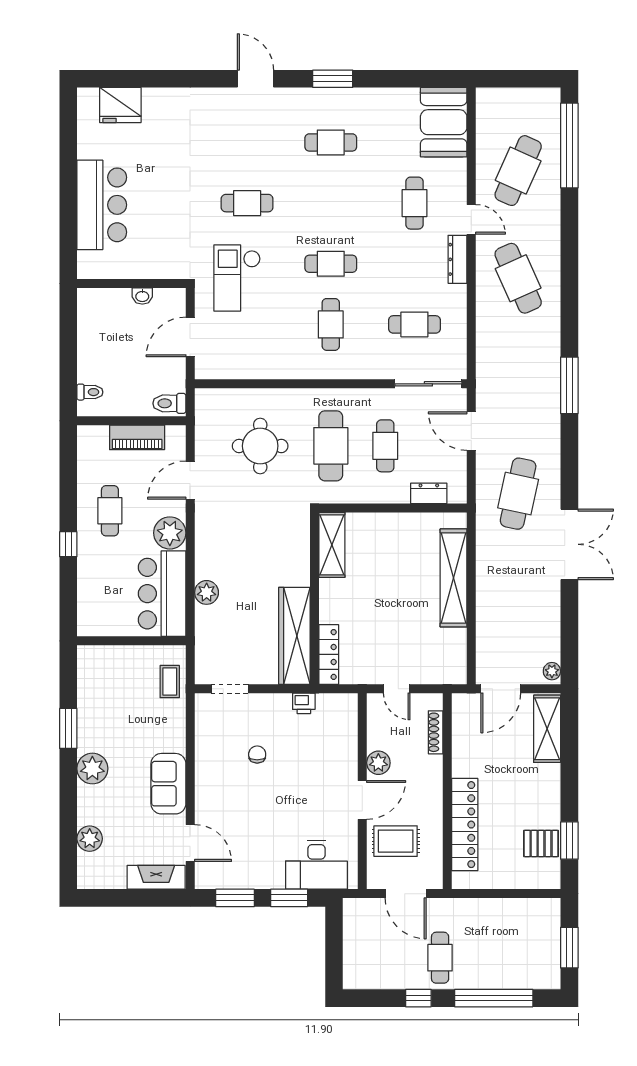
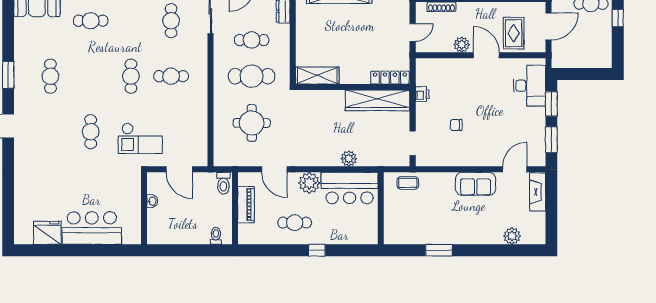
fridge: (120, 105) -> (47, 233), moved, turned -90
plant: (92, 769) -> (466, 234), removed

